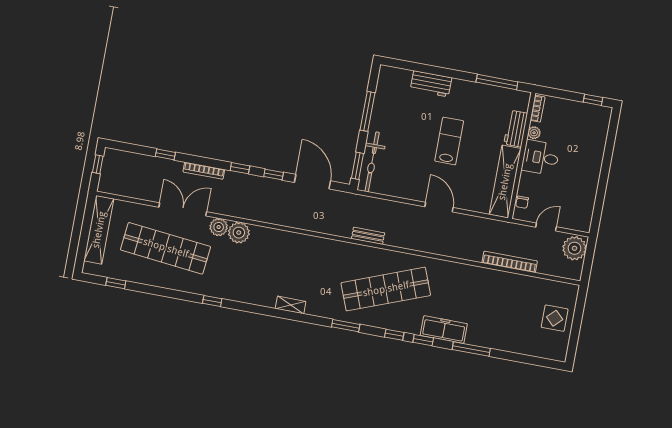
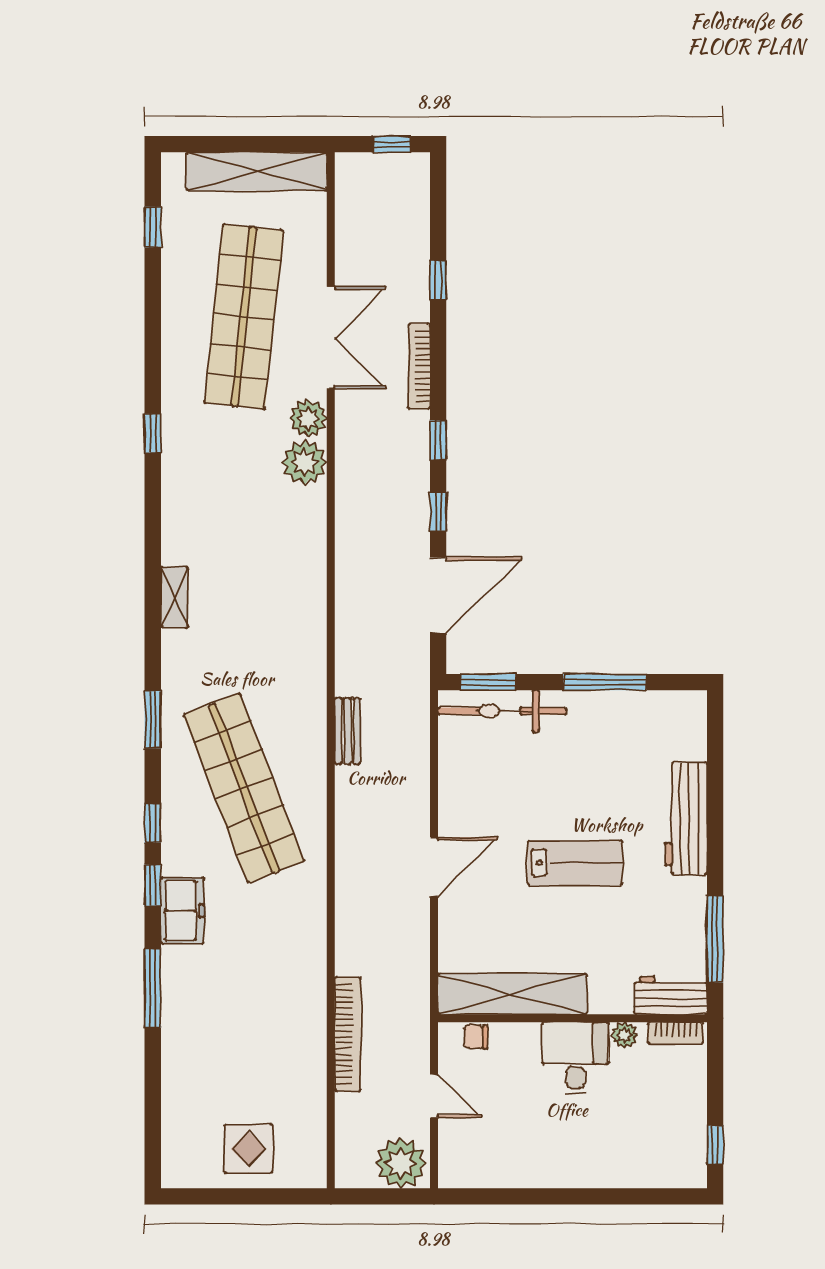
workbench: (431, 84) -> (686, 818), width x1.38
workbench: (516, 129) -> (671, 995), moved
freezer: (444, 330) -> (182, 911), width x0.71

